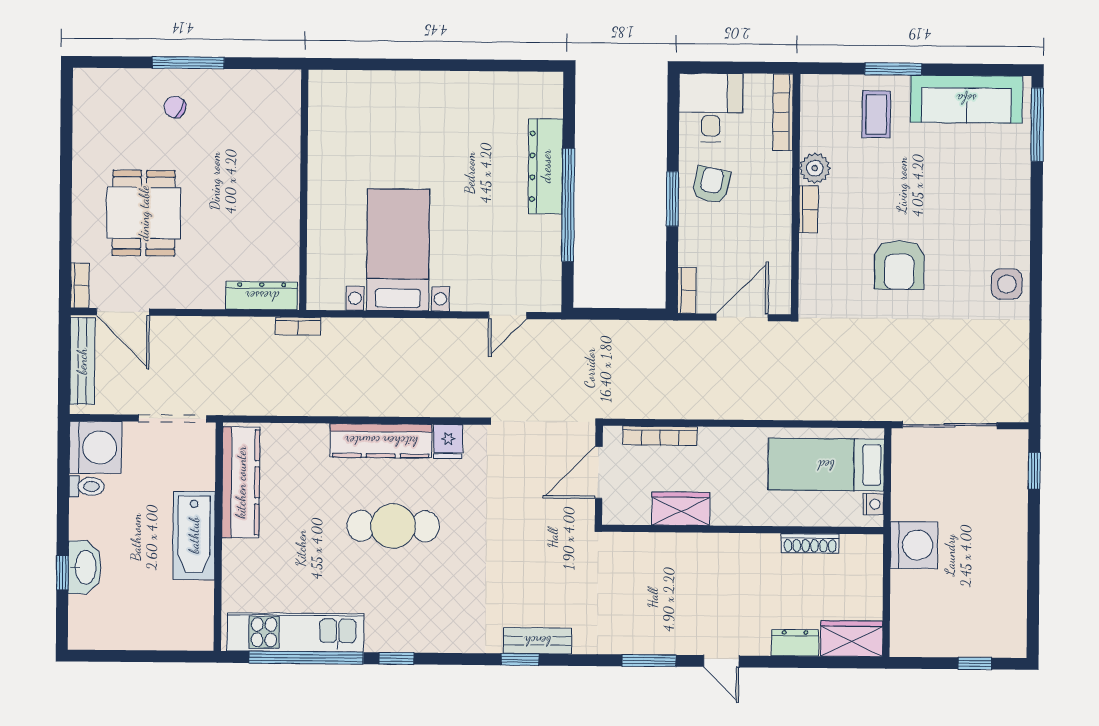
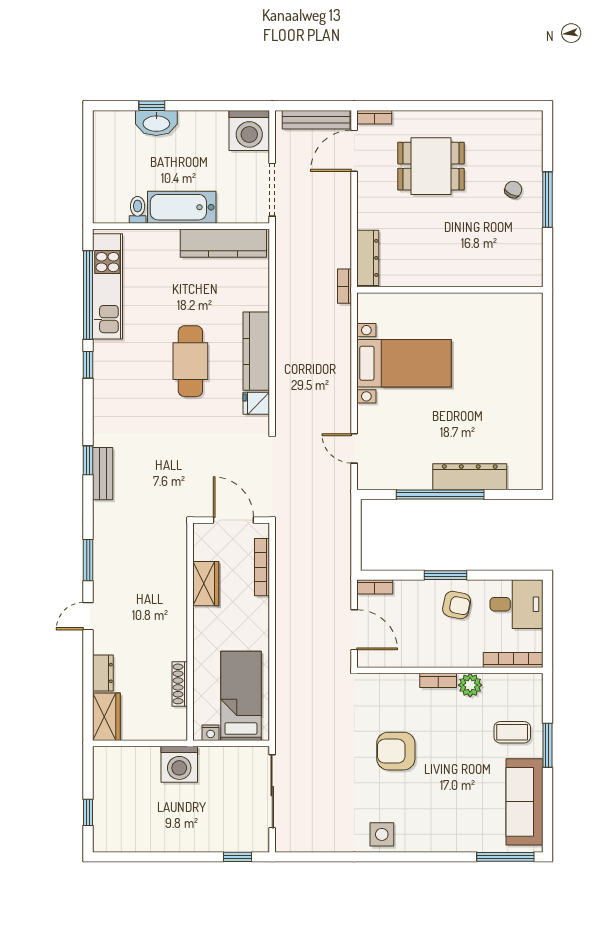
toilet: (87, 486) -> (138, 210), moved, turned 180

